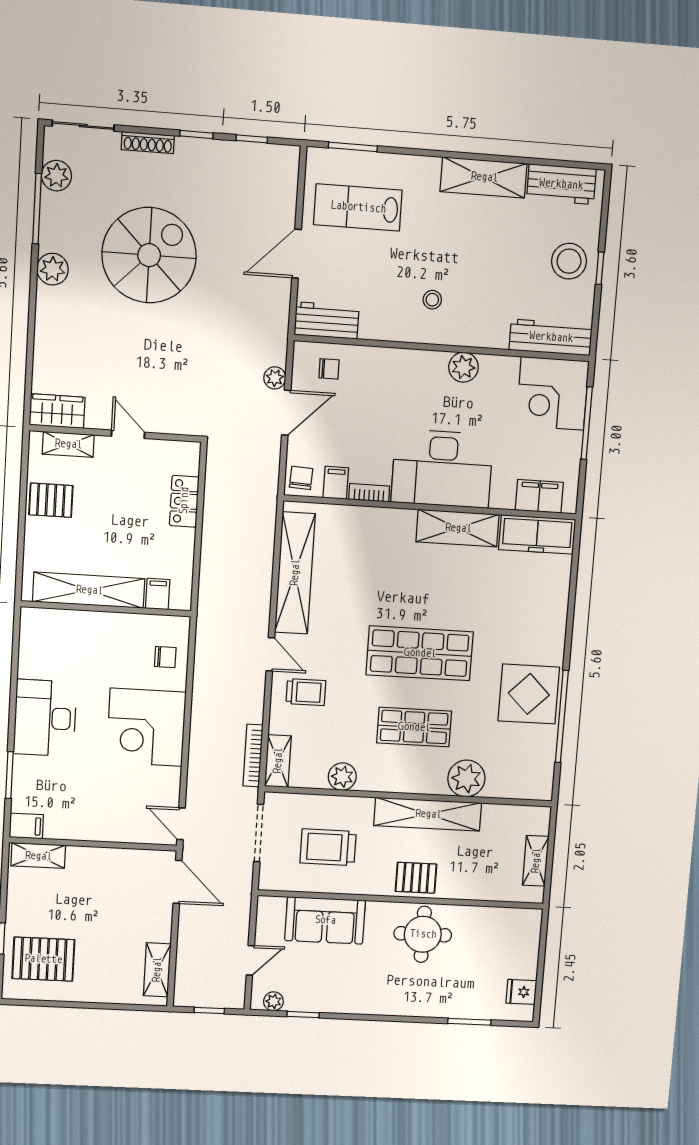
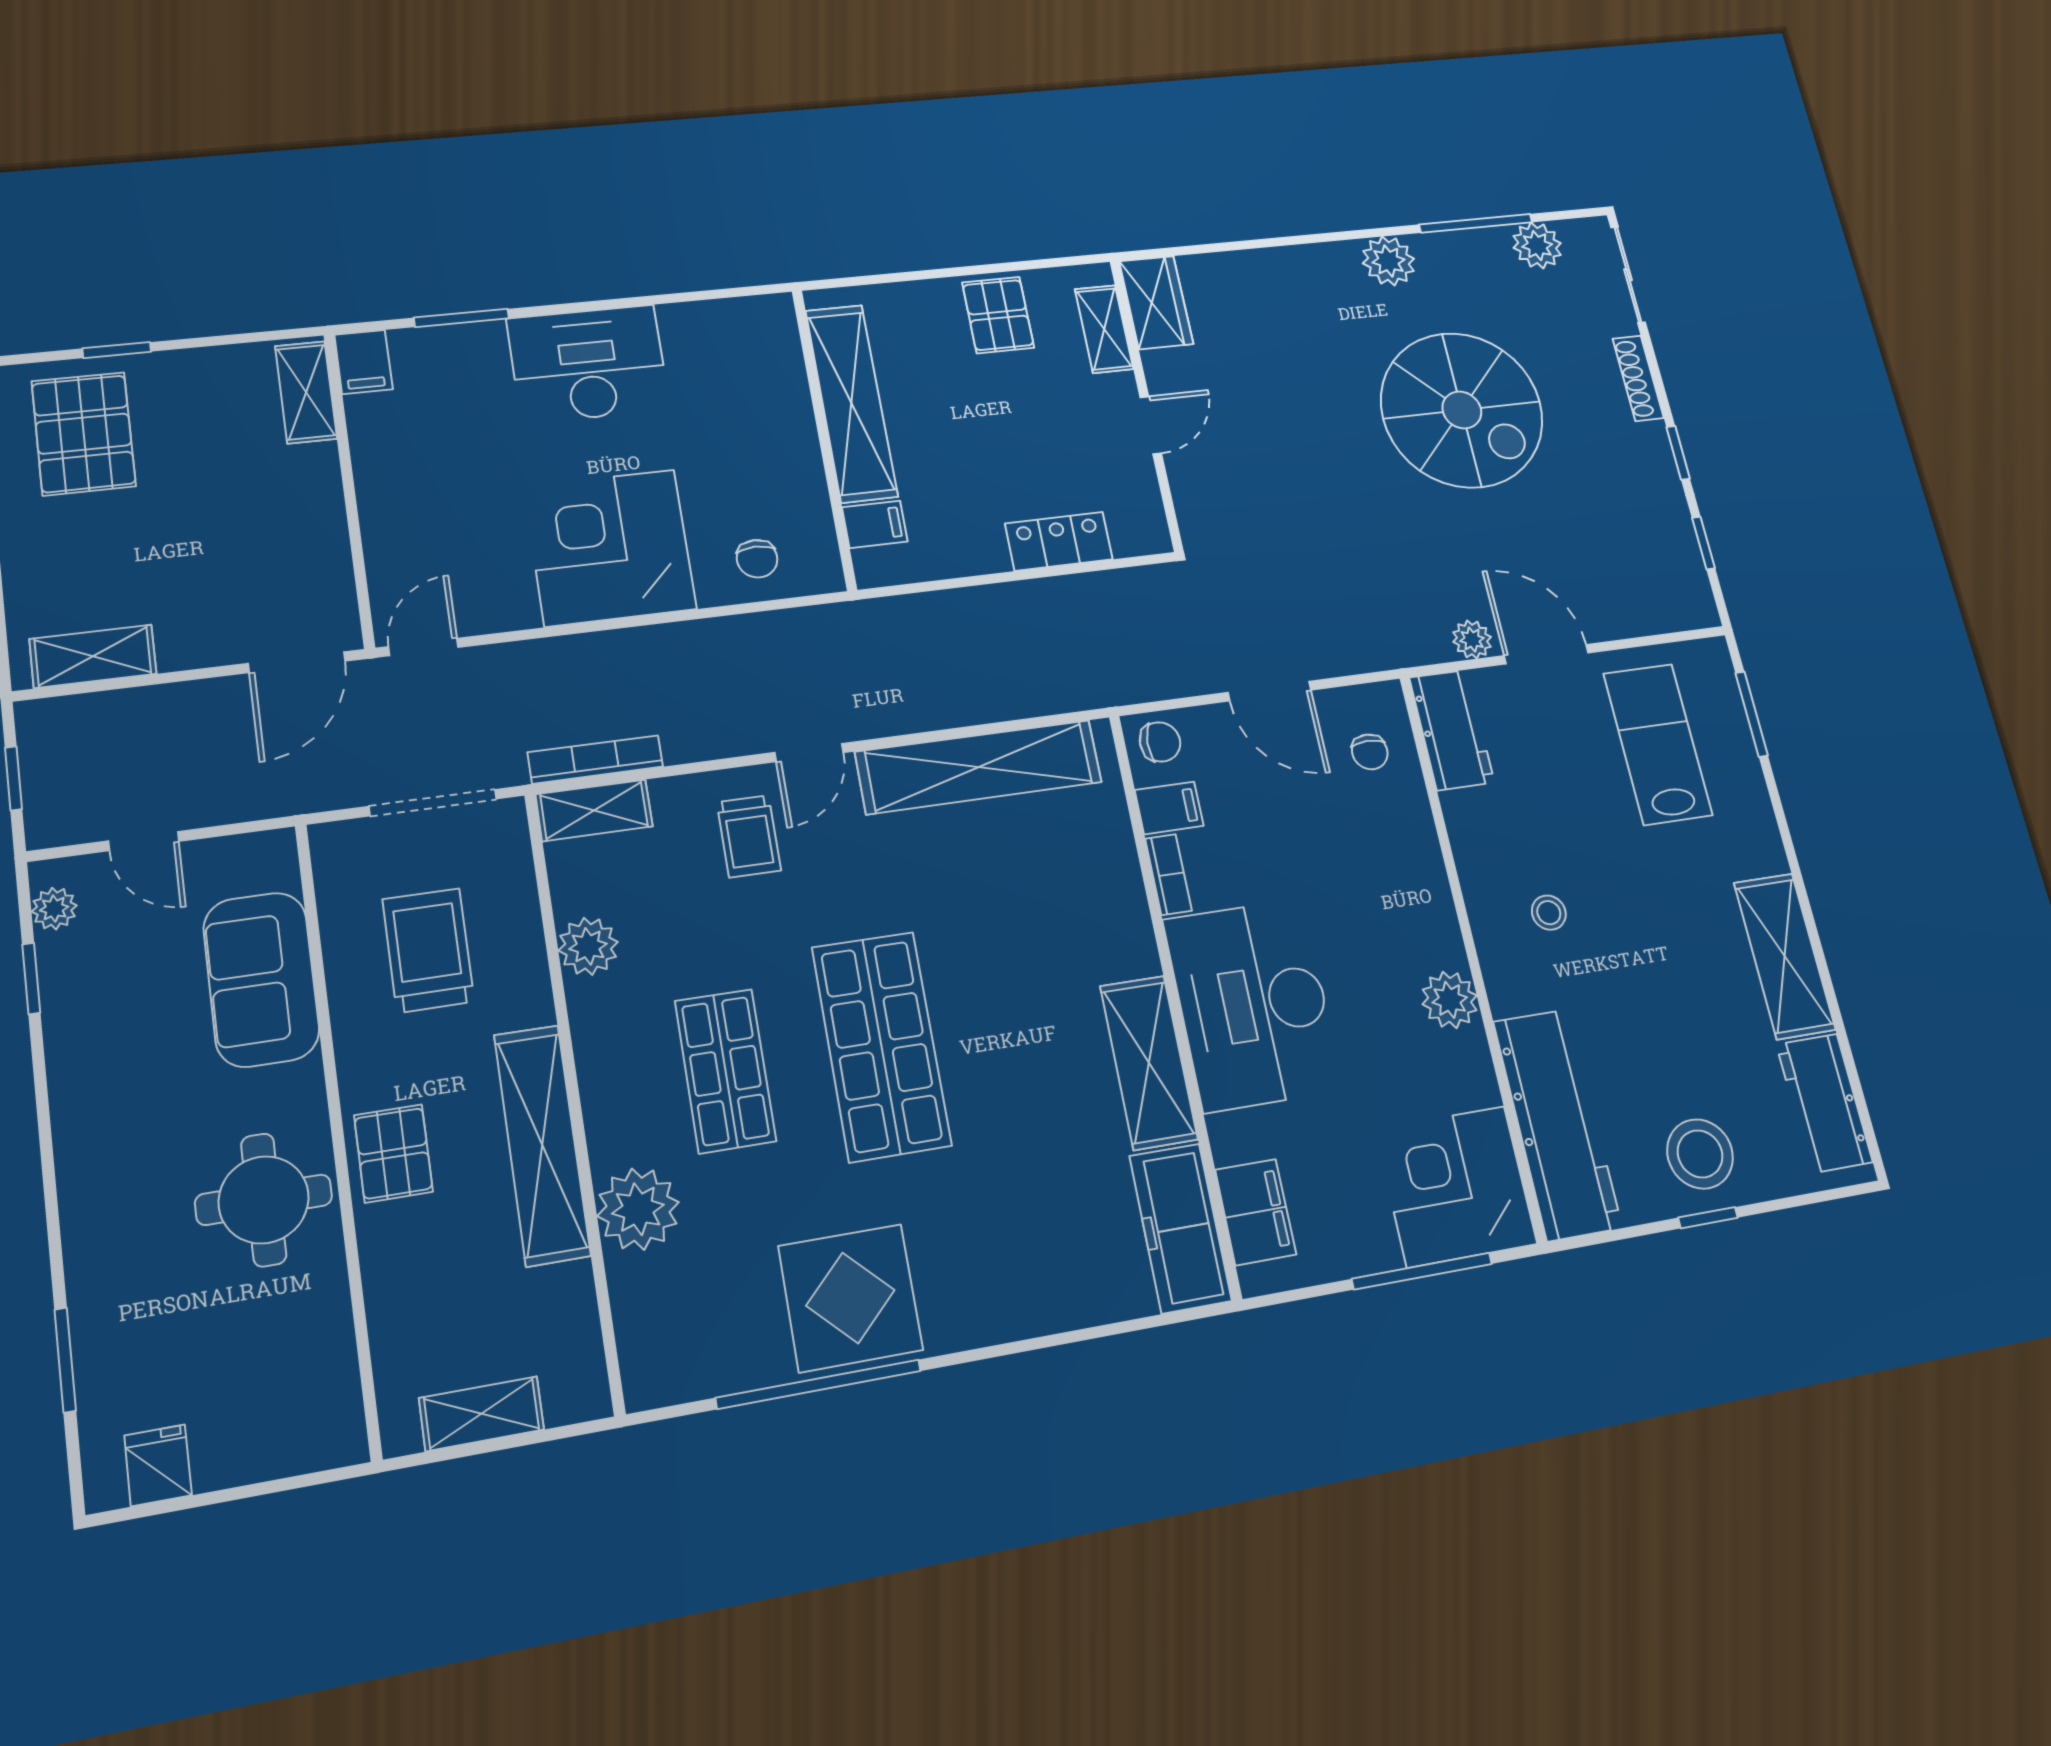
workbench: (551, 337) -> (1557, 1124), width x1.36, depth x1.32
plant: (275, 378) -> (1472, 639), moved

